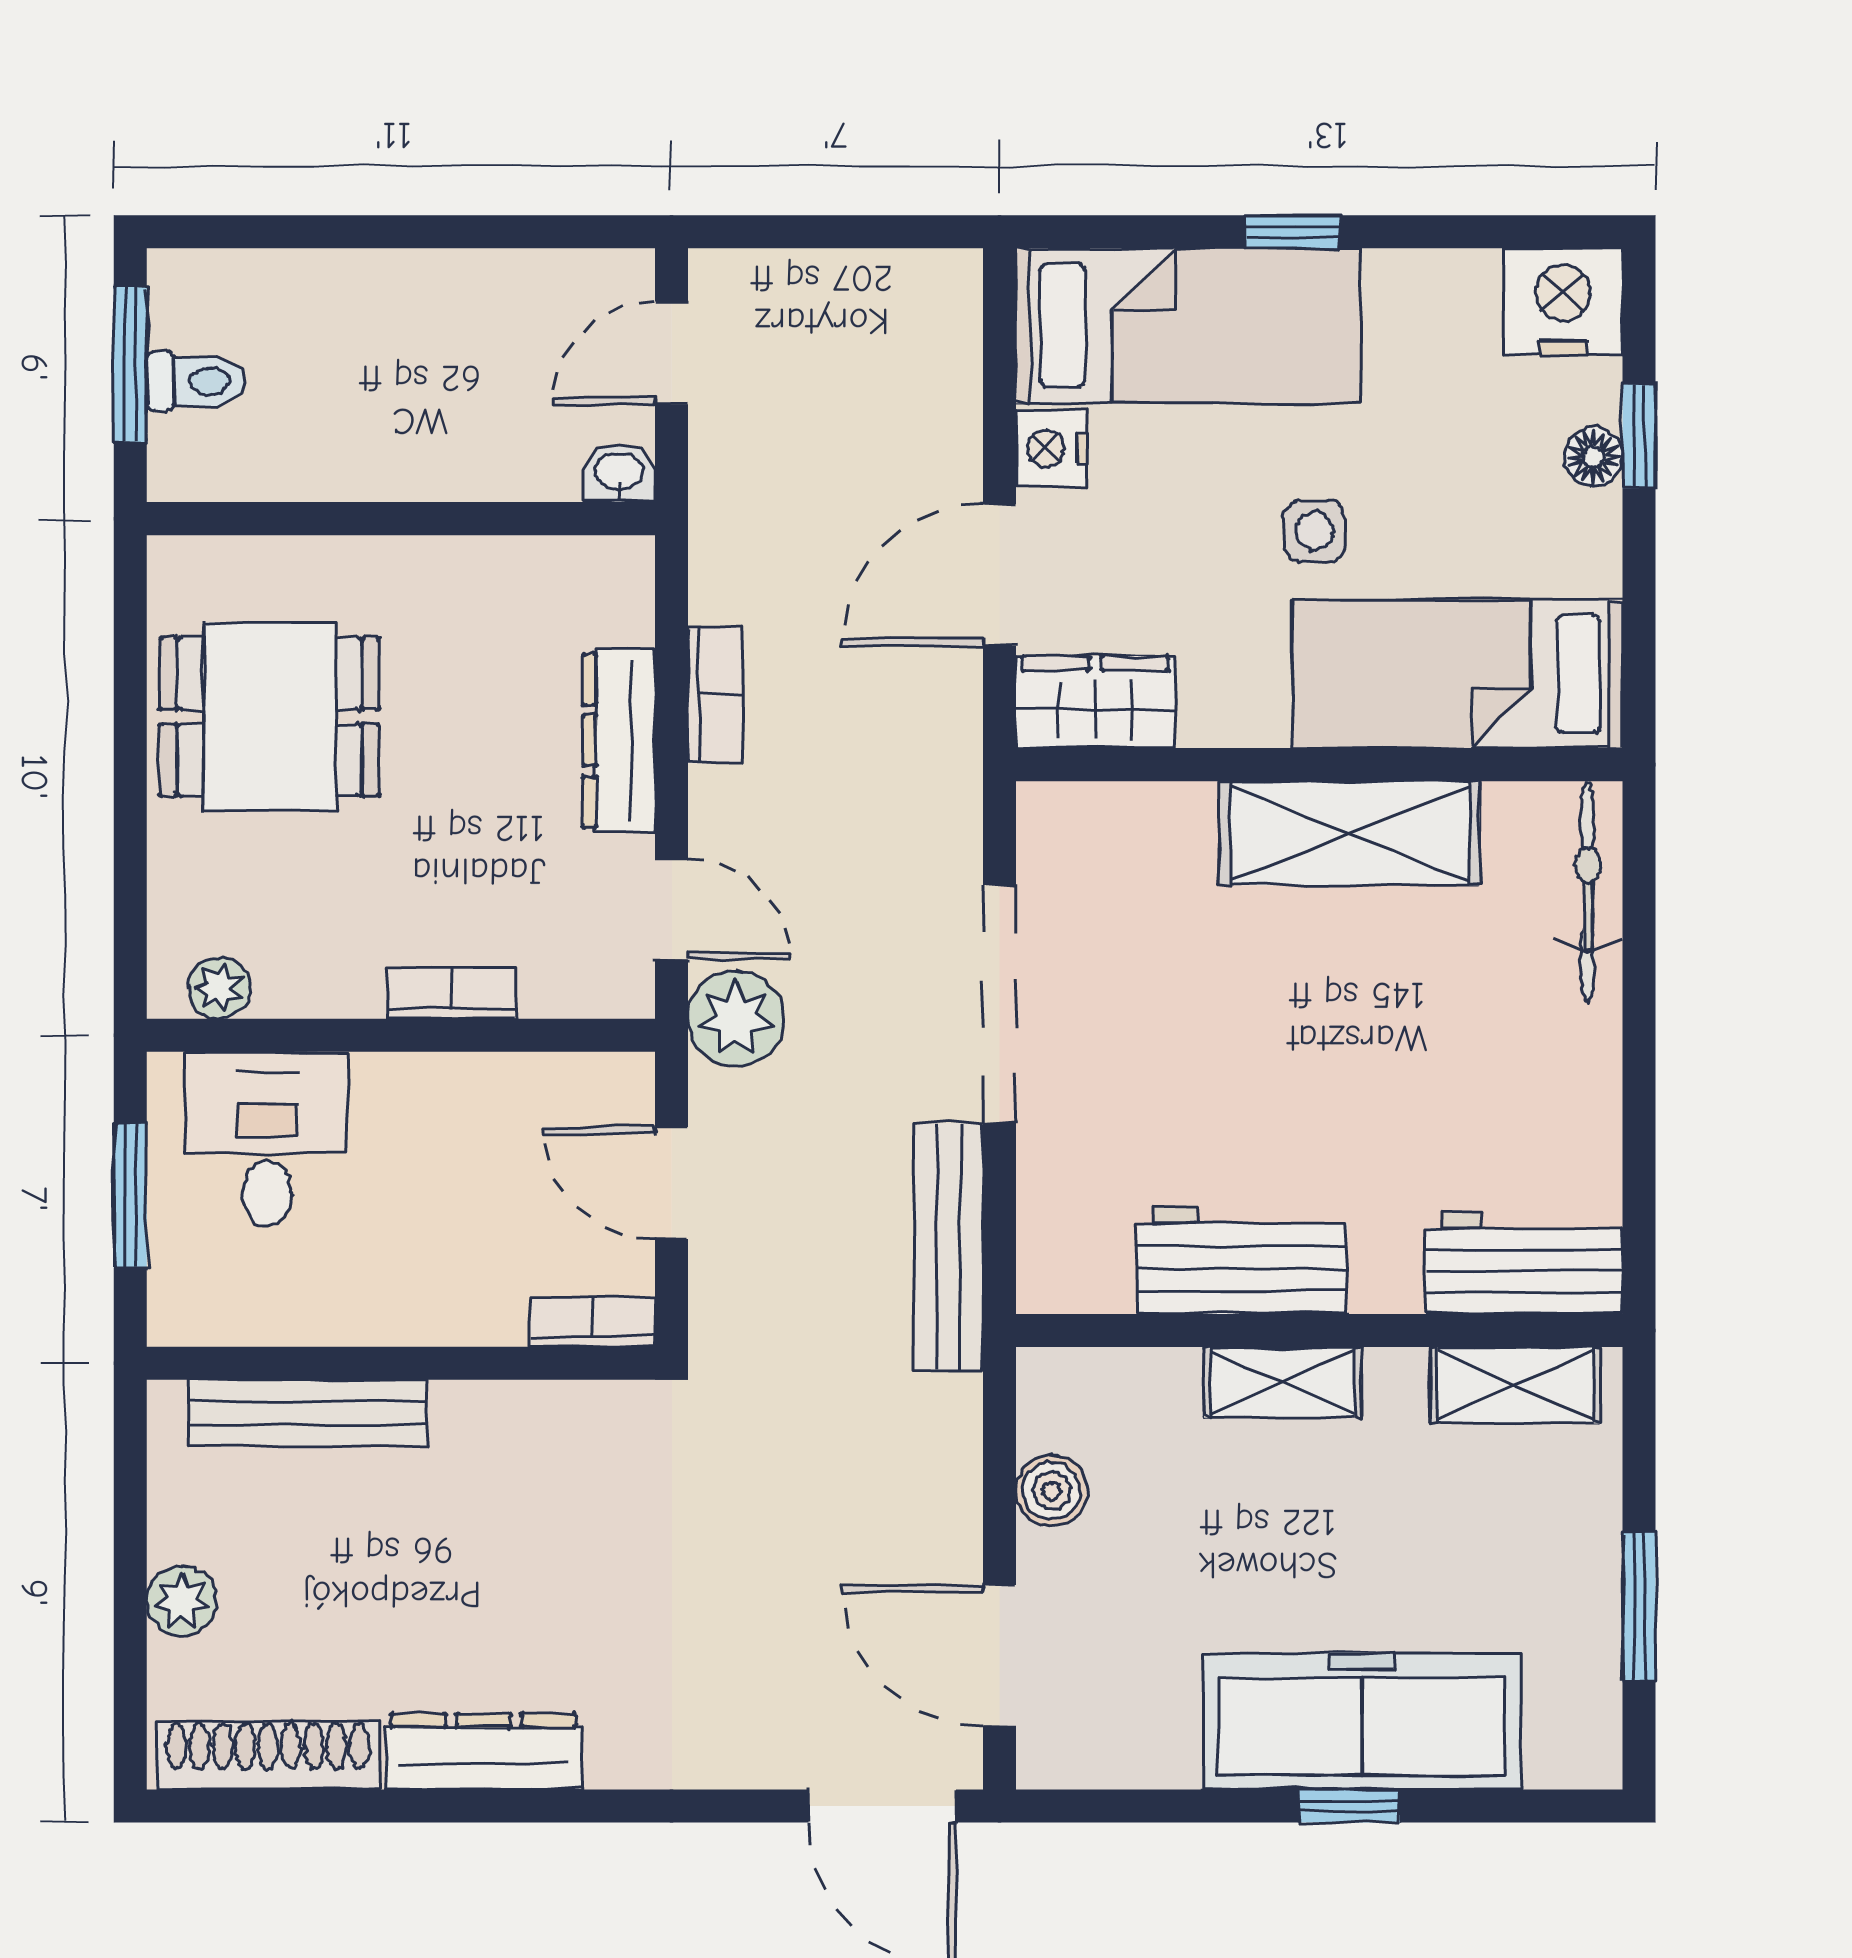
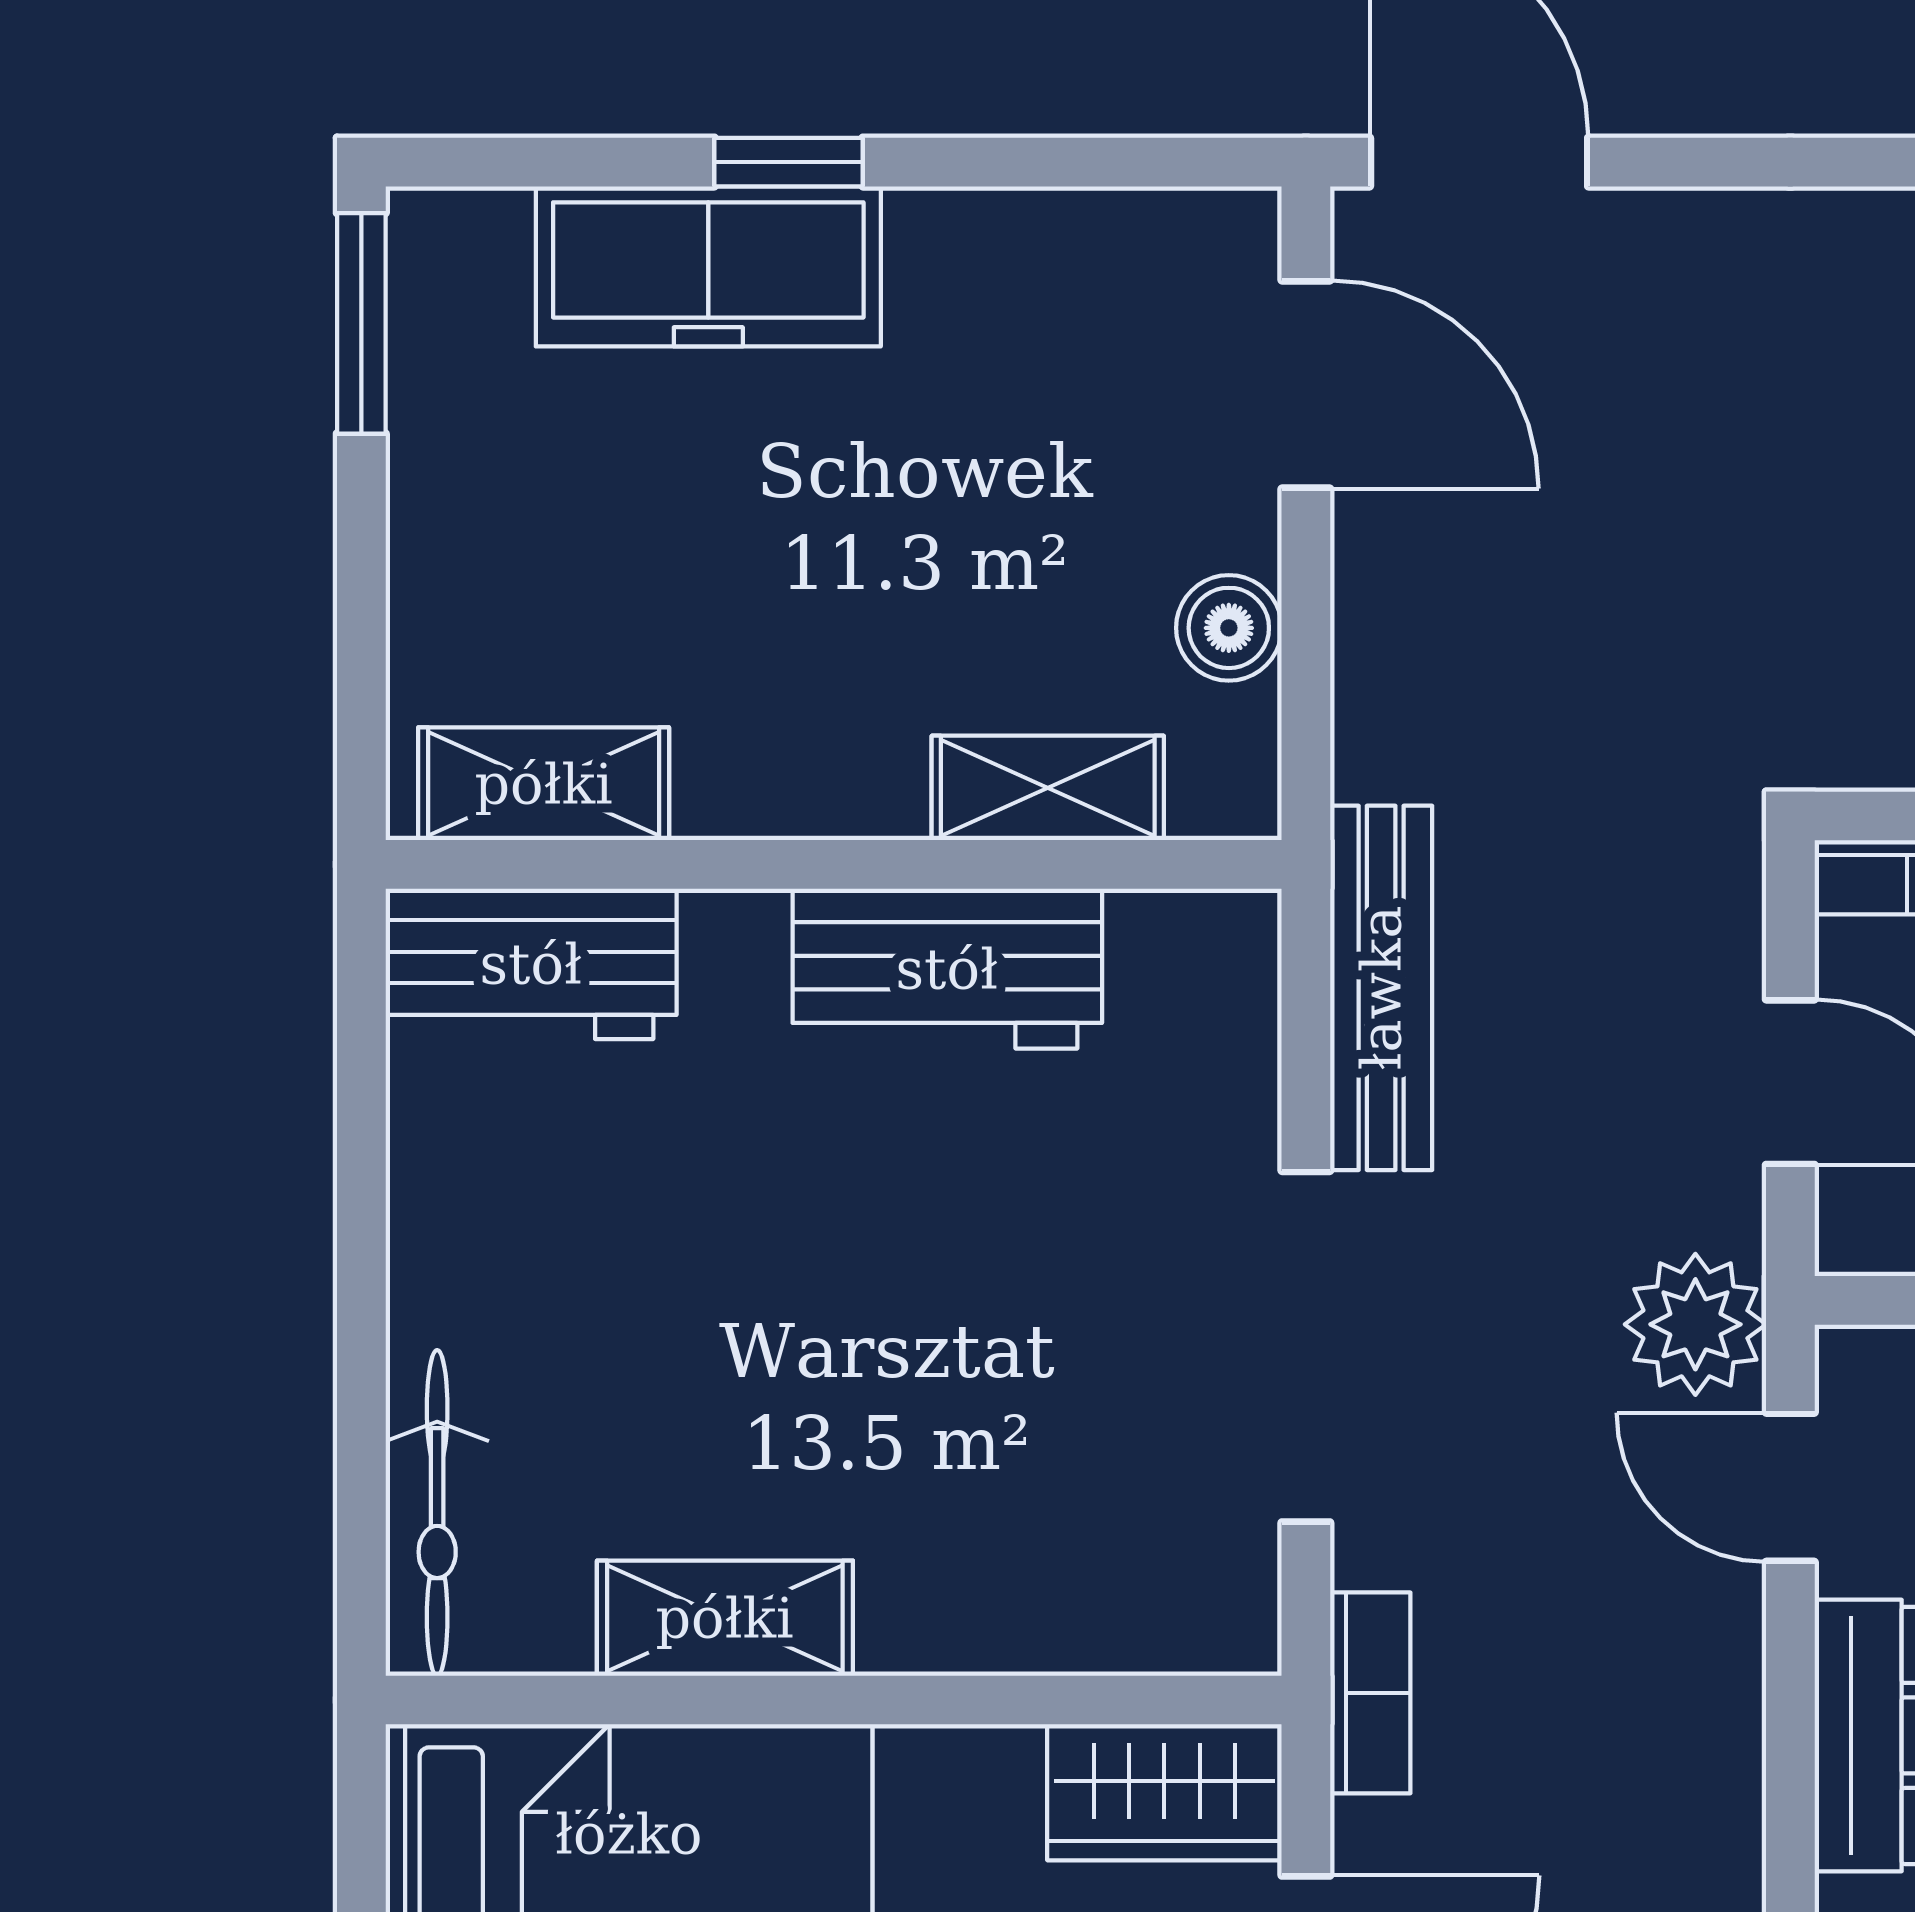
bookcase: (715, 695) -> (1370, 1693), moved, turned 180
shelving: (1350, 833) -> (725, 1618), width x0.67, depth x0.75
shelving: (1283, 1382) -> (1048, 788), moved
window: (1639, 1607) -> (361, 323), moved
freezer: (1362, 1721) -> (708, 266), width x0.73, depth x0.79

